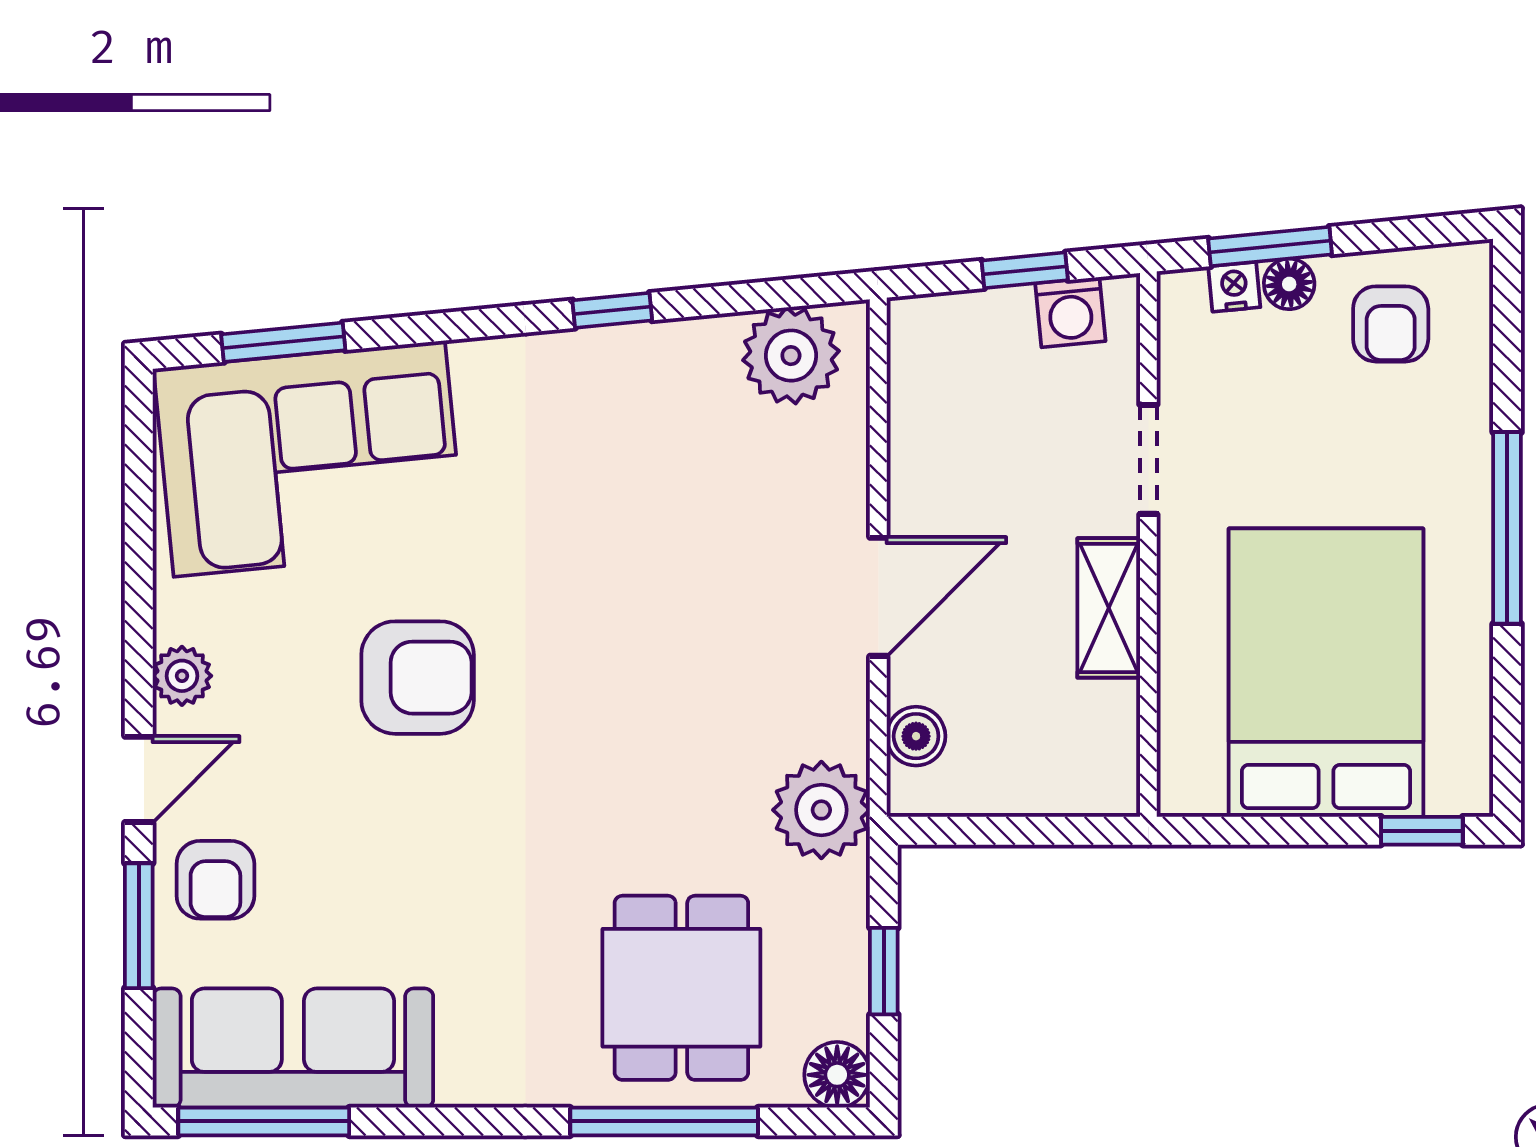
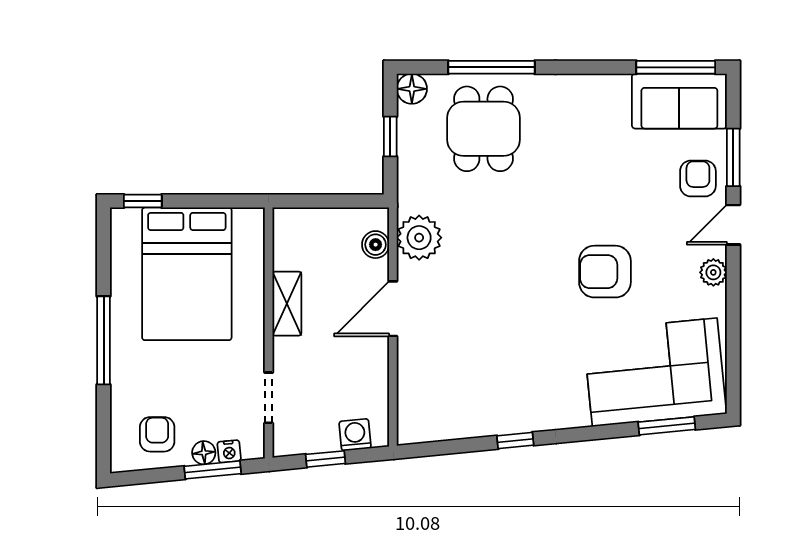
washing machine: (1070, 312) -> (355, 435), moved
plant: (791, 356) -> (433, 420), removed
doorway: (1148, 459) -> (269, 398), moved
plant: (821, 810) -> (419, 238), moved
sofa: (293, 1048) -> (679, 101), width x0.73

